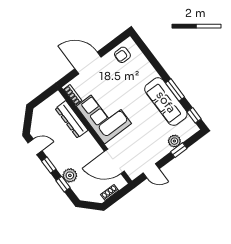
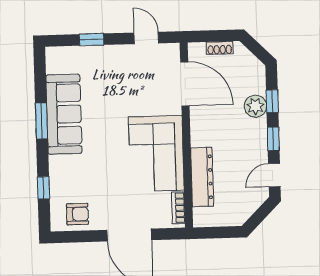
window: (194, 115) -> (43, 188), moved
plant: (174, 141) -> (89, 55), removed
door: (35, 147) -> (274, 175), hinge flipped

